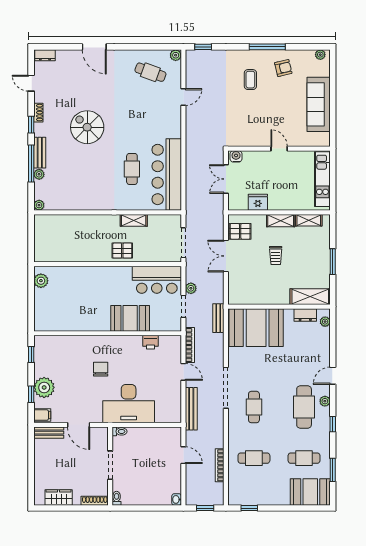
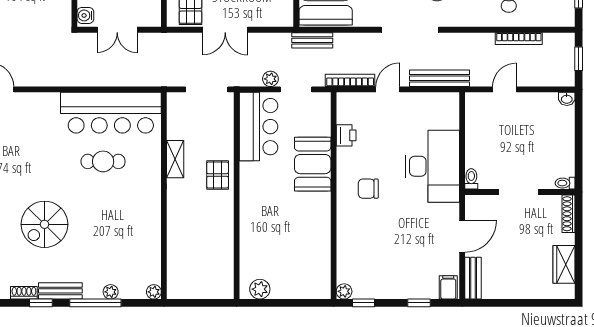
bench: (40, 153) -> (60, 291), moved
chair: (101, 369) -> (368, 189), moved
plant: (44, 387) -> (344, 291), moved, width x0.53, depth x0.53

